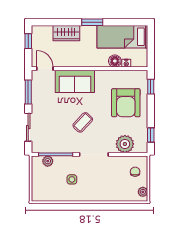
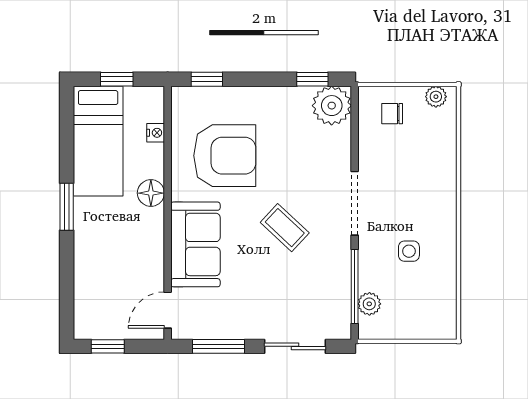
wardrobe: (66, 33) -> (90, 263), removed
window: (151, 45) -> (117, 79), added
floor lamp: (115, 61) -> (151, 193), moved
armchair: (126, 103) -> (225, 156), moved
plant: (125, 144) -> (332, 106), moved

